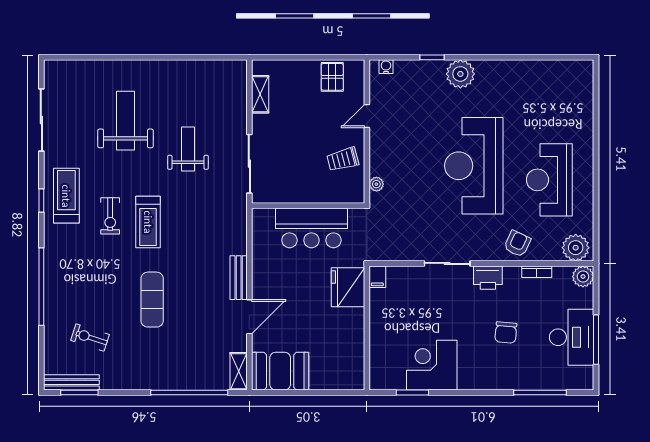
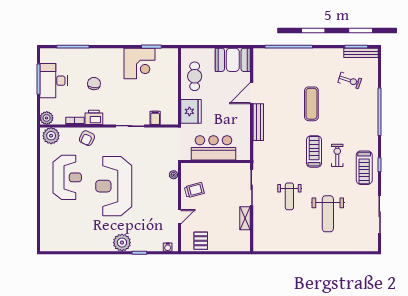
shelving: (260, 94) -> (245, 218), moved
reception desk: (474, 166) -> (114, 186), turned 180
filing cabinet: (377, 277) -> (155, 118), moved
bench: (239, 278) -> (258, 122), width x1.36
printer: (488, 278) -> (94, 117), moved
cafe table: (342, 344) -> (195, 76), added
shelving: (239, 371) -> (258, 60), removed

